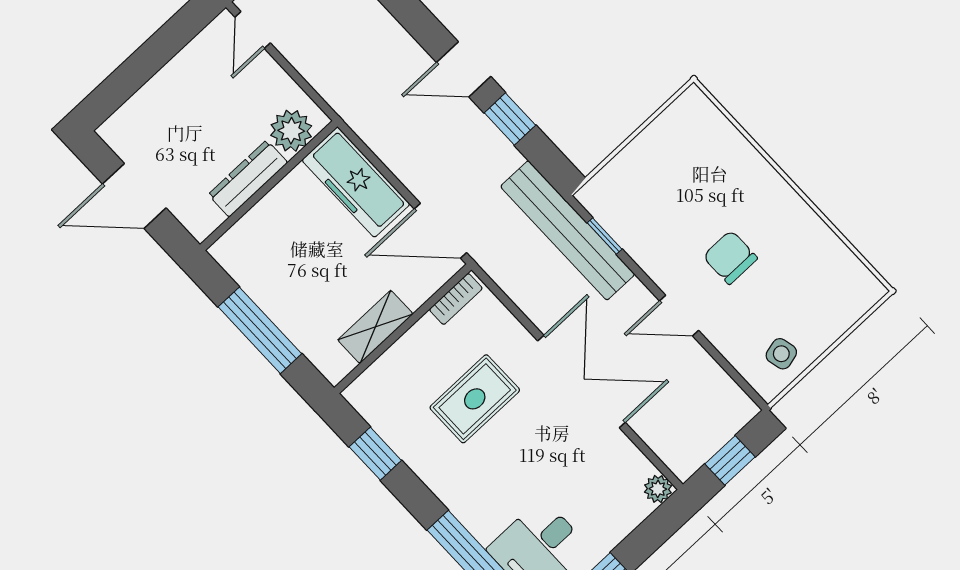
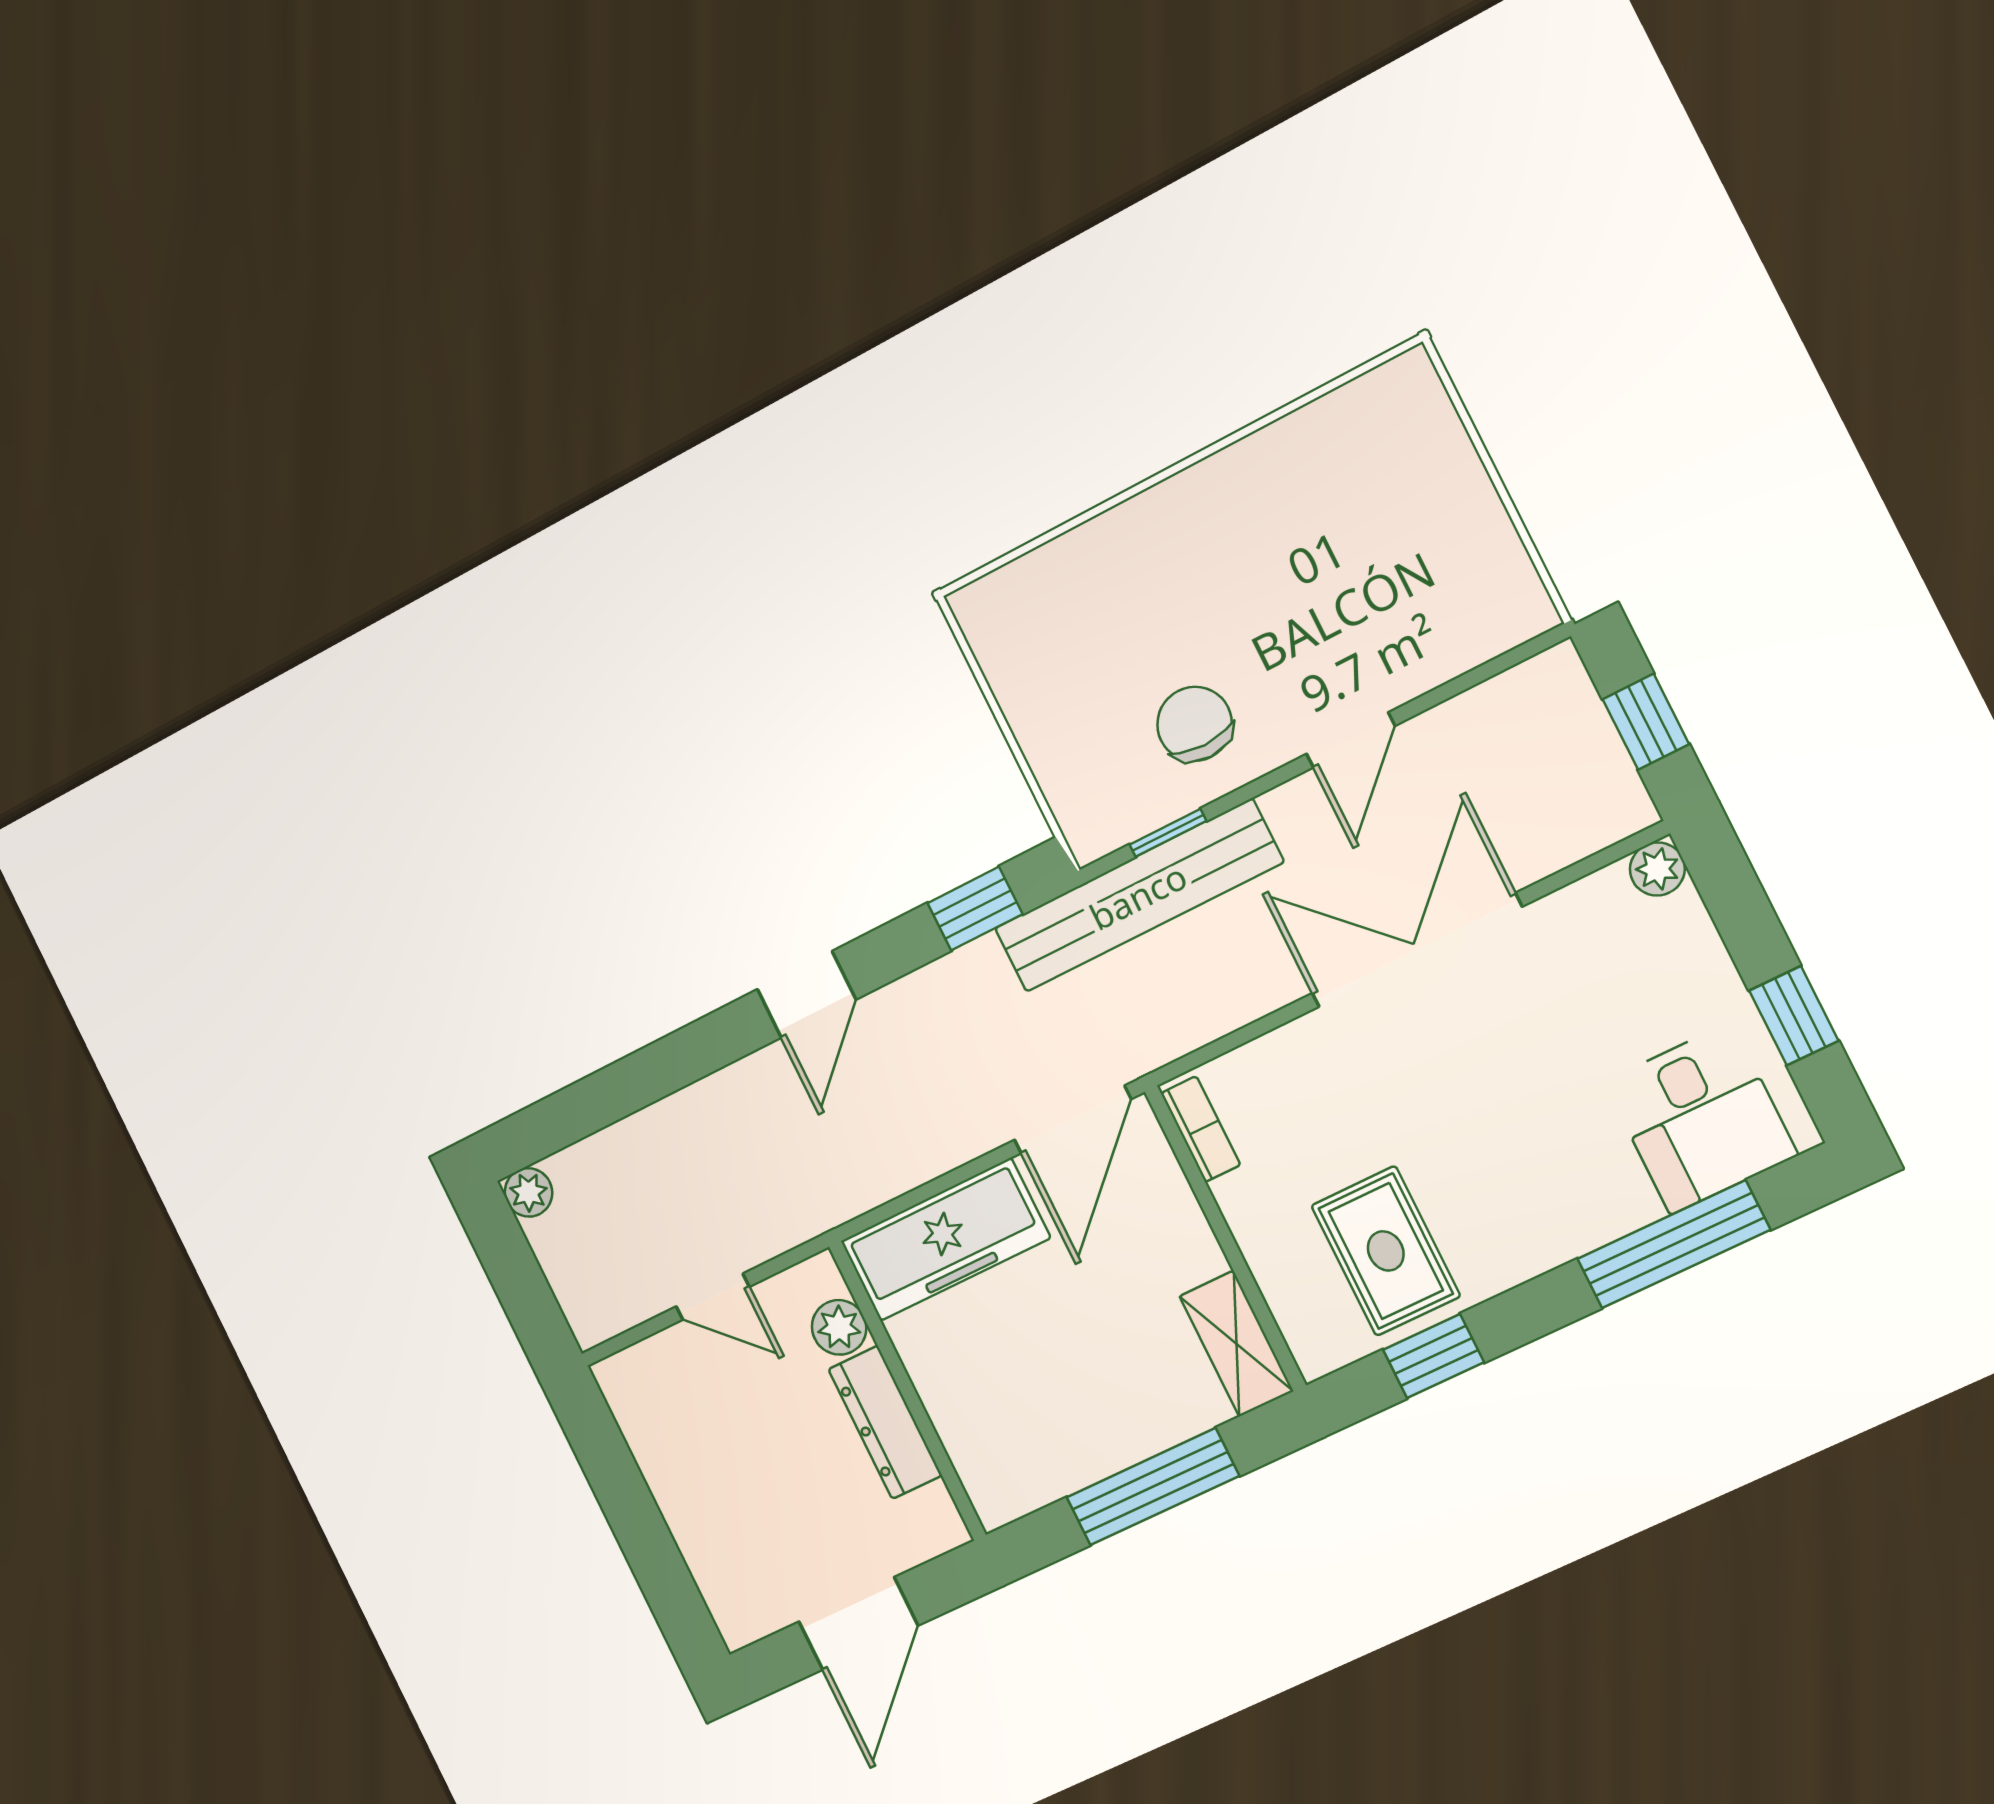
door: (253, 30) -> (713, 1297), moved
window: (510, 119) -> (975, 909), moved
plant: (291, 131) -> (839, 1327), width x0.73, depth x0.73
chair: (730, 257) -> (1195, 724), moved, turned 90
shelving: (375, 327) -> (1236, 1344), moved
side table: (781, 354) -> (1477, 573), removed
rug: (475, 399) -> (1386, 1251), moved

